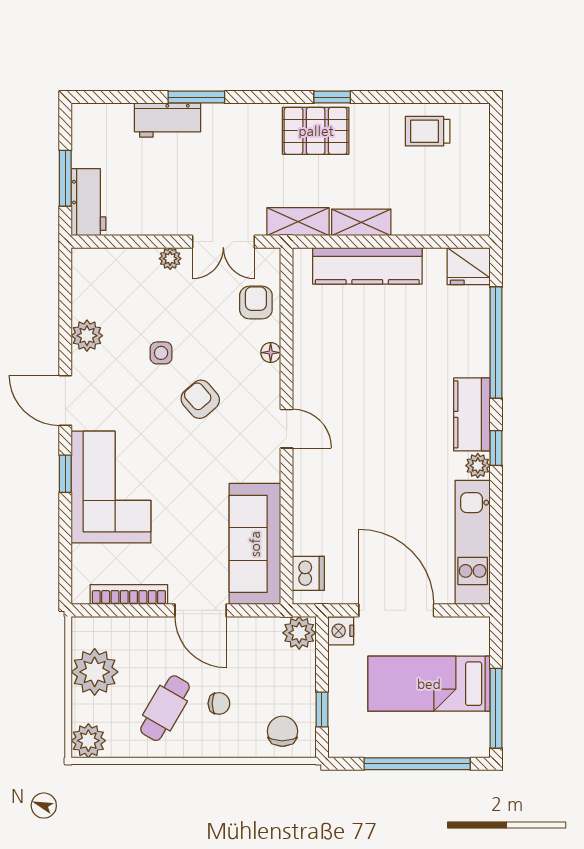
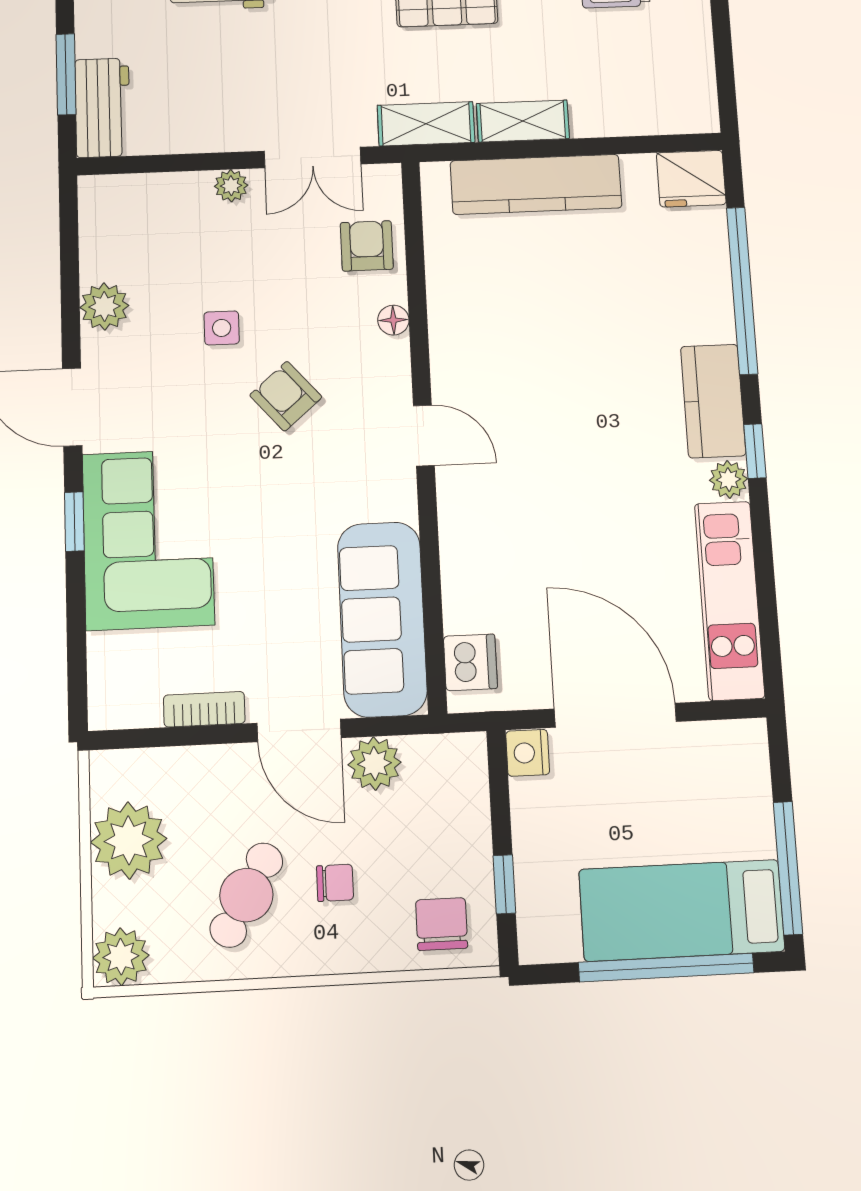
bookcase: (129, 595) -> (204, 709), width x0.64
plant: (299, 633) -> (374, 763), moved
bed: (429, 684) -> (682, 910), moved

